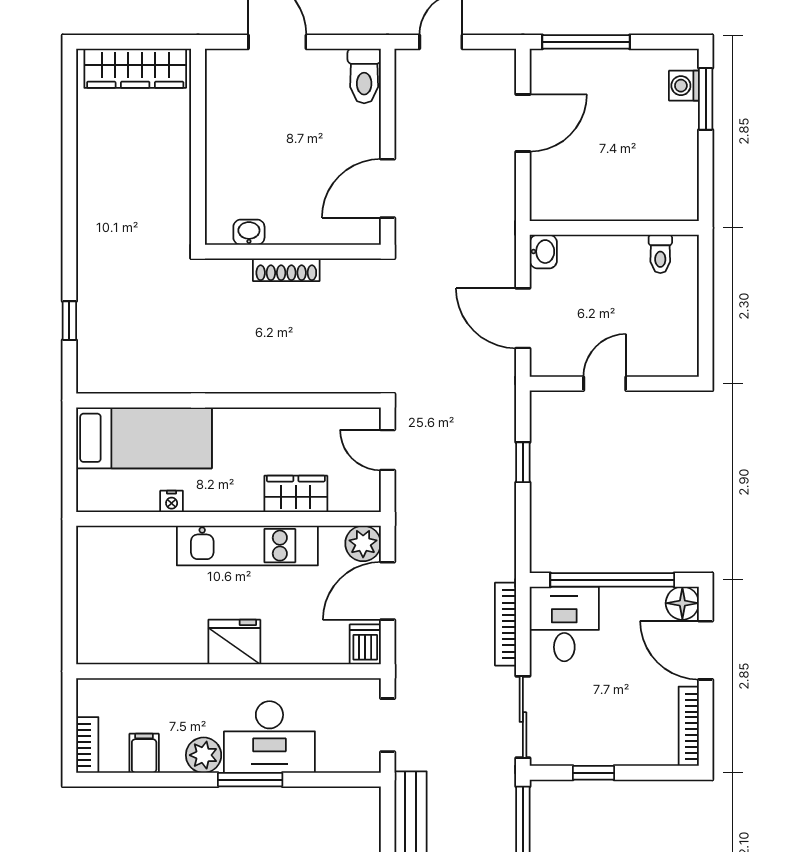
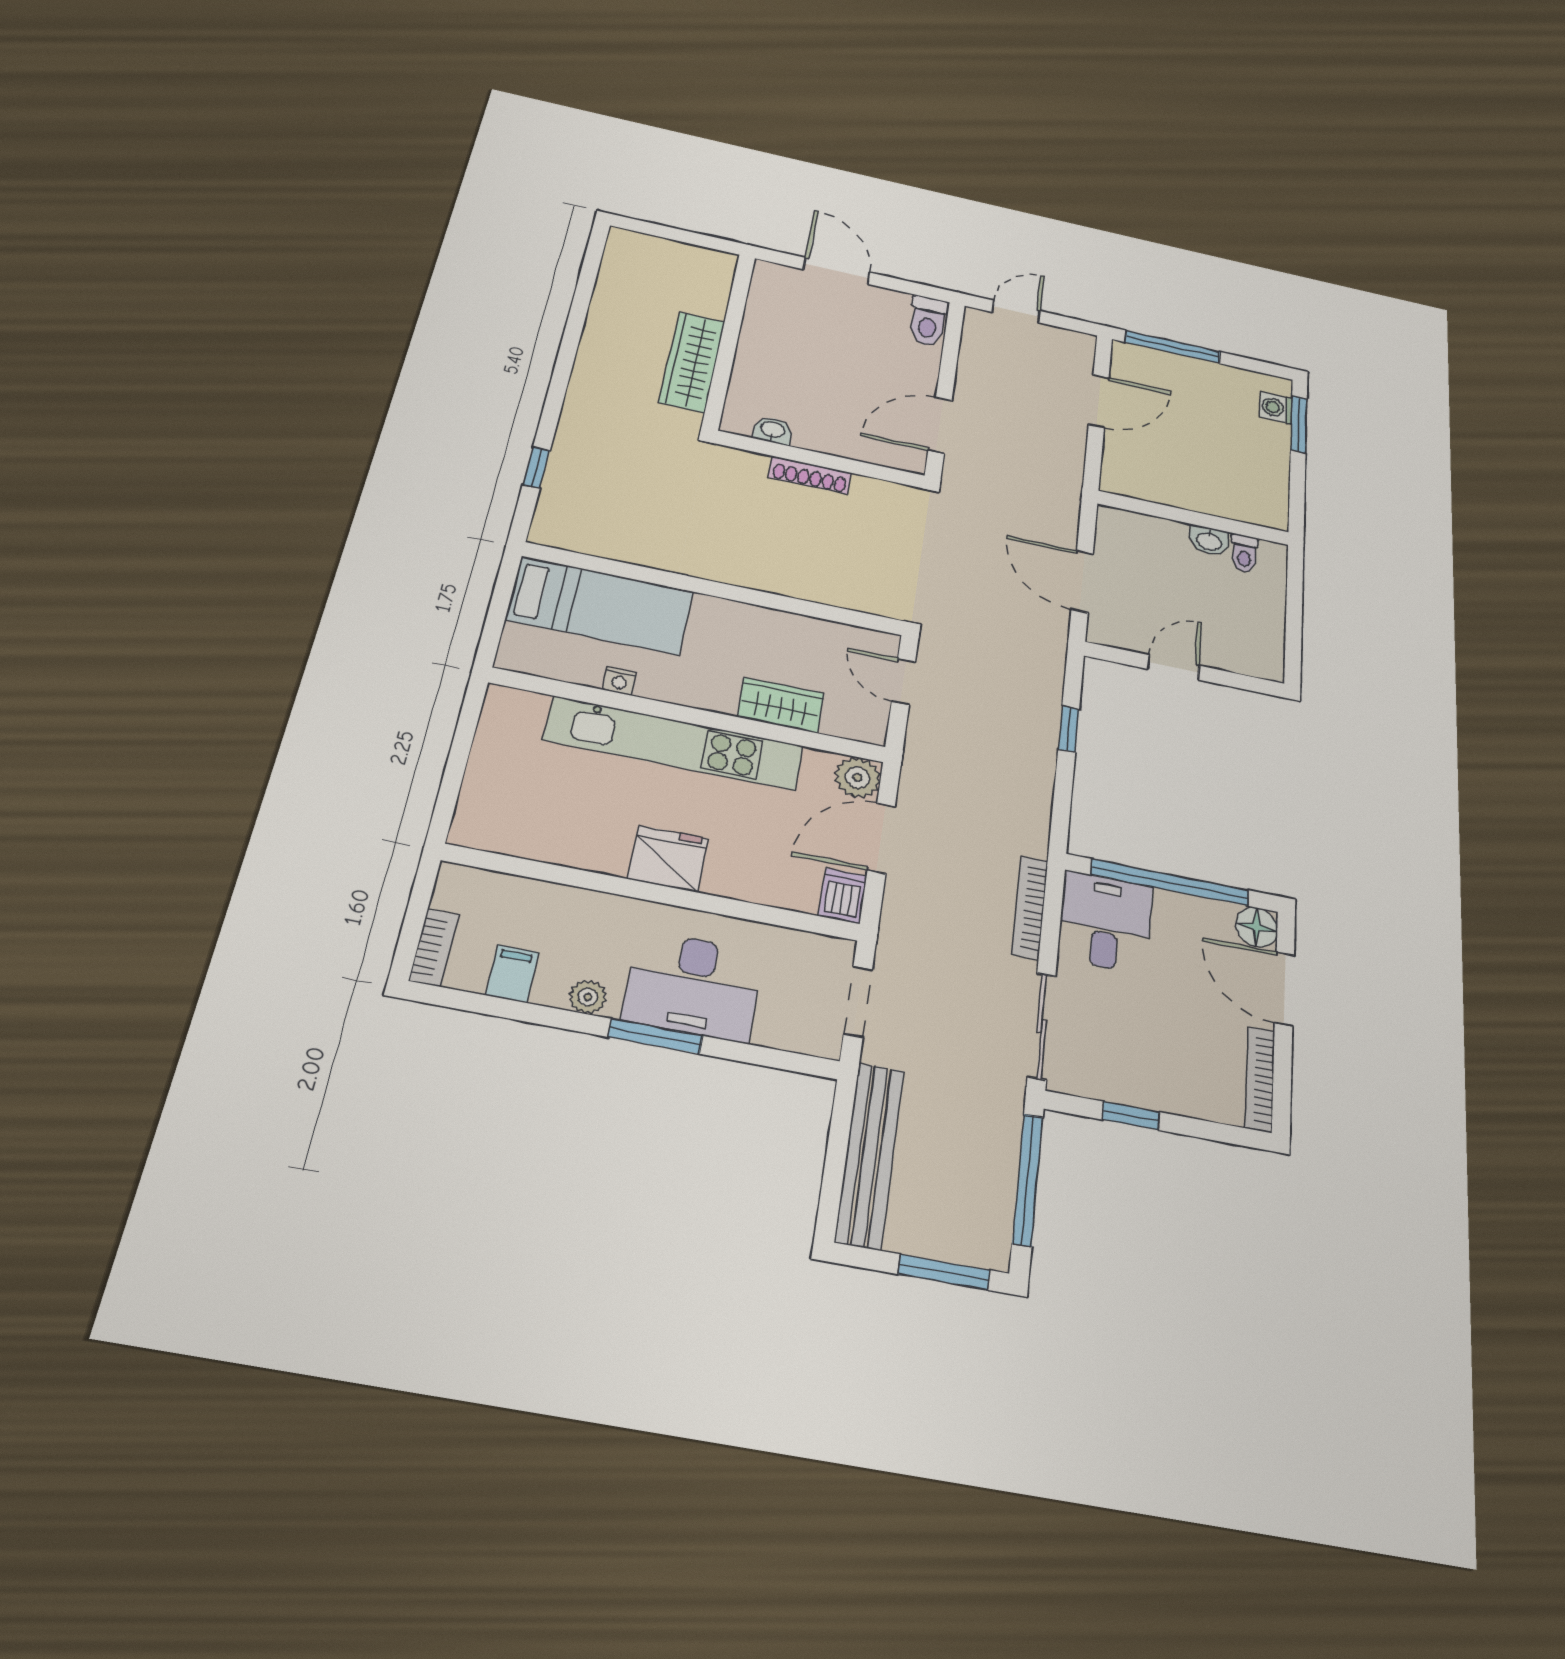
wardrobe: (135, 68) -> (692, 362), moved, turned 90
washbasin: (543, 252) -> (1209, 541), moved, turned 90
kitchen unit: (247, 546) -> (674, 743), width x1.36
plant: (204, 755) -> (588, 997), width x0.73, depth x0.73

